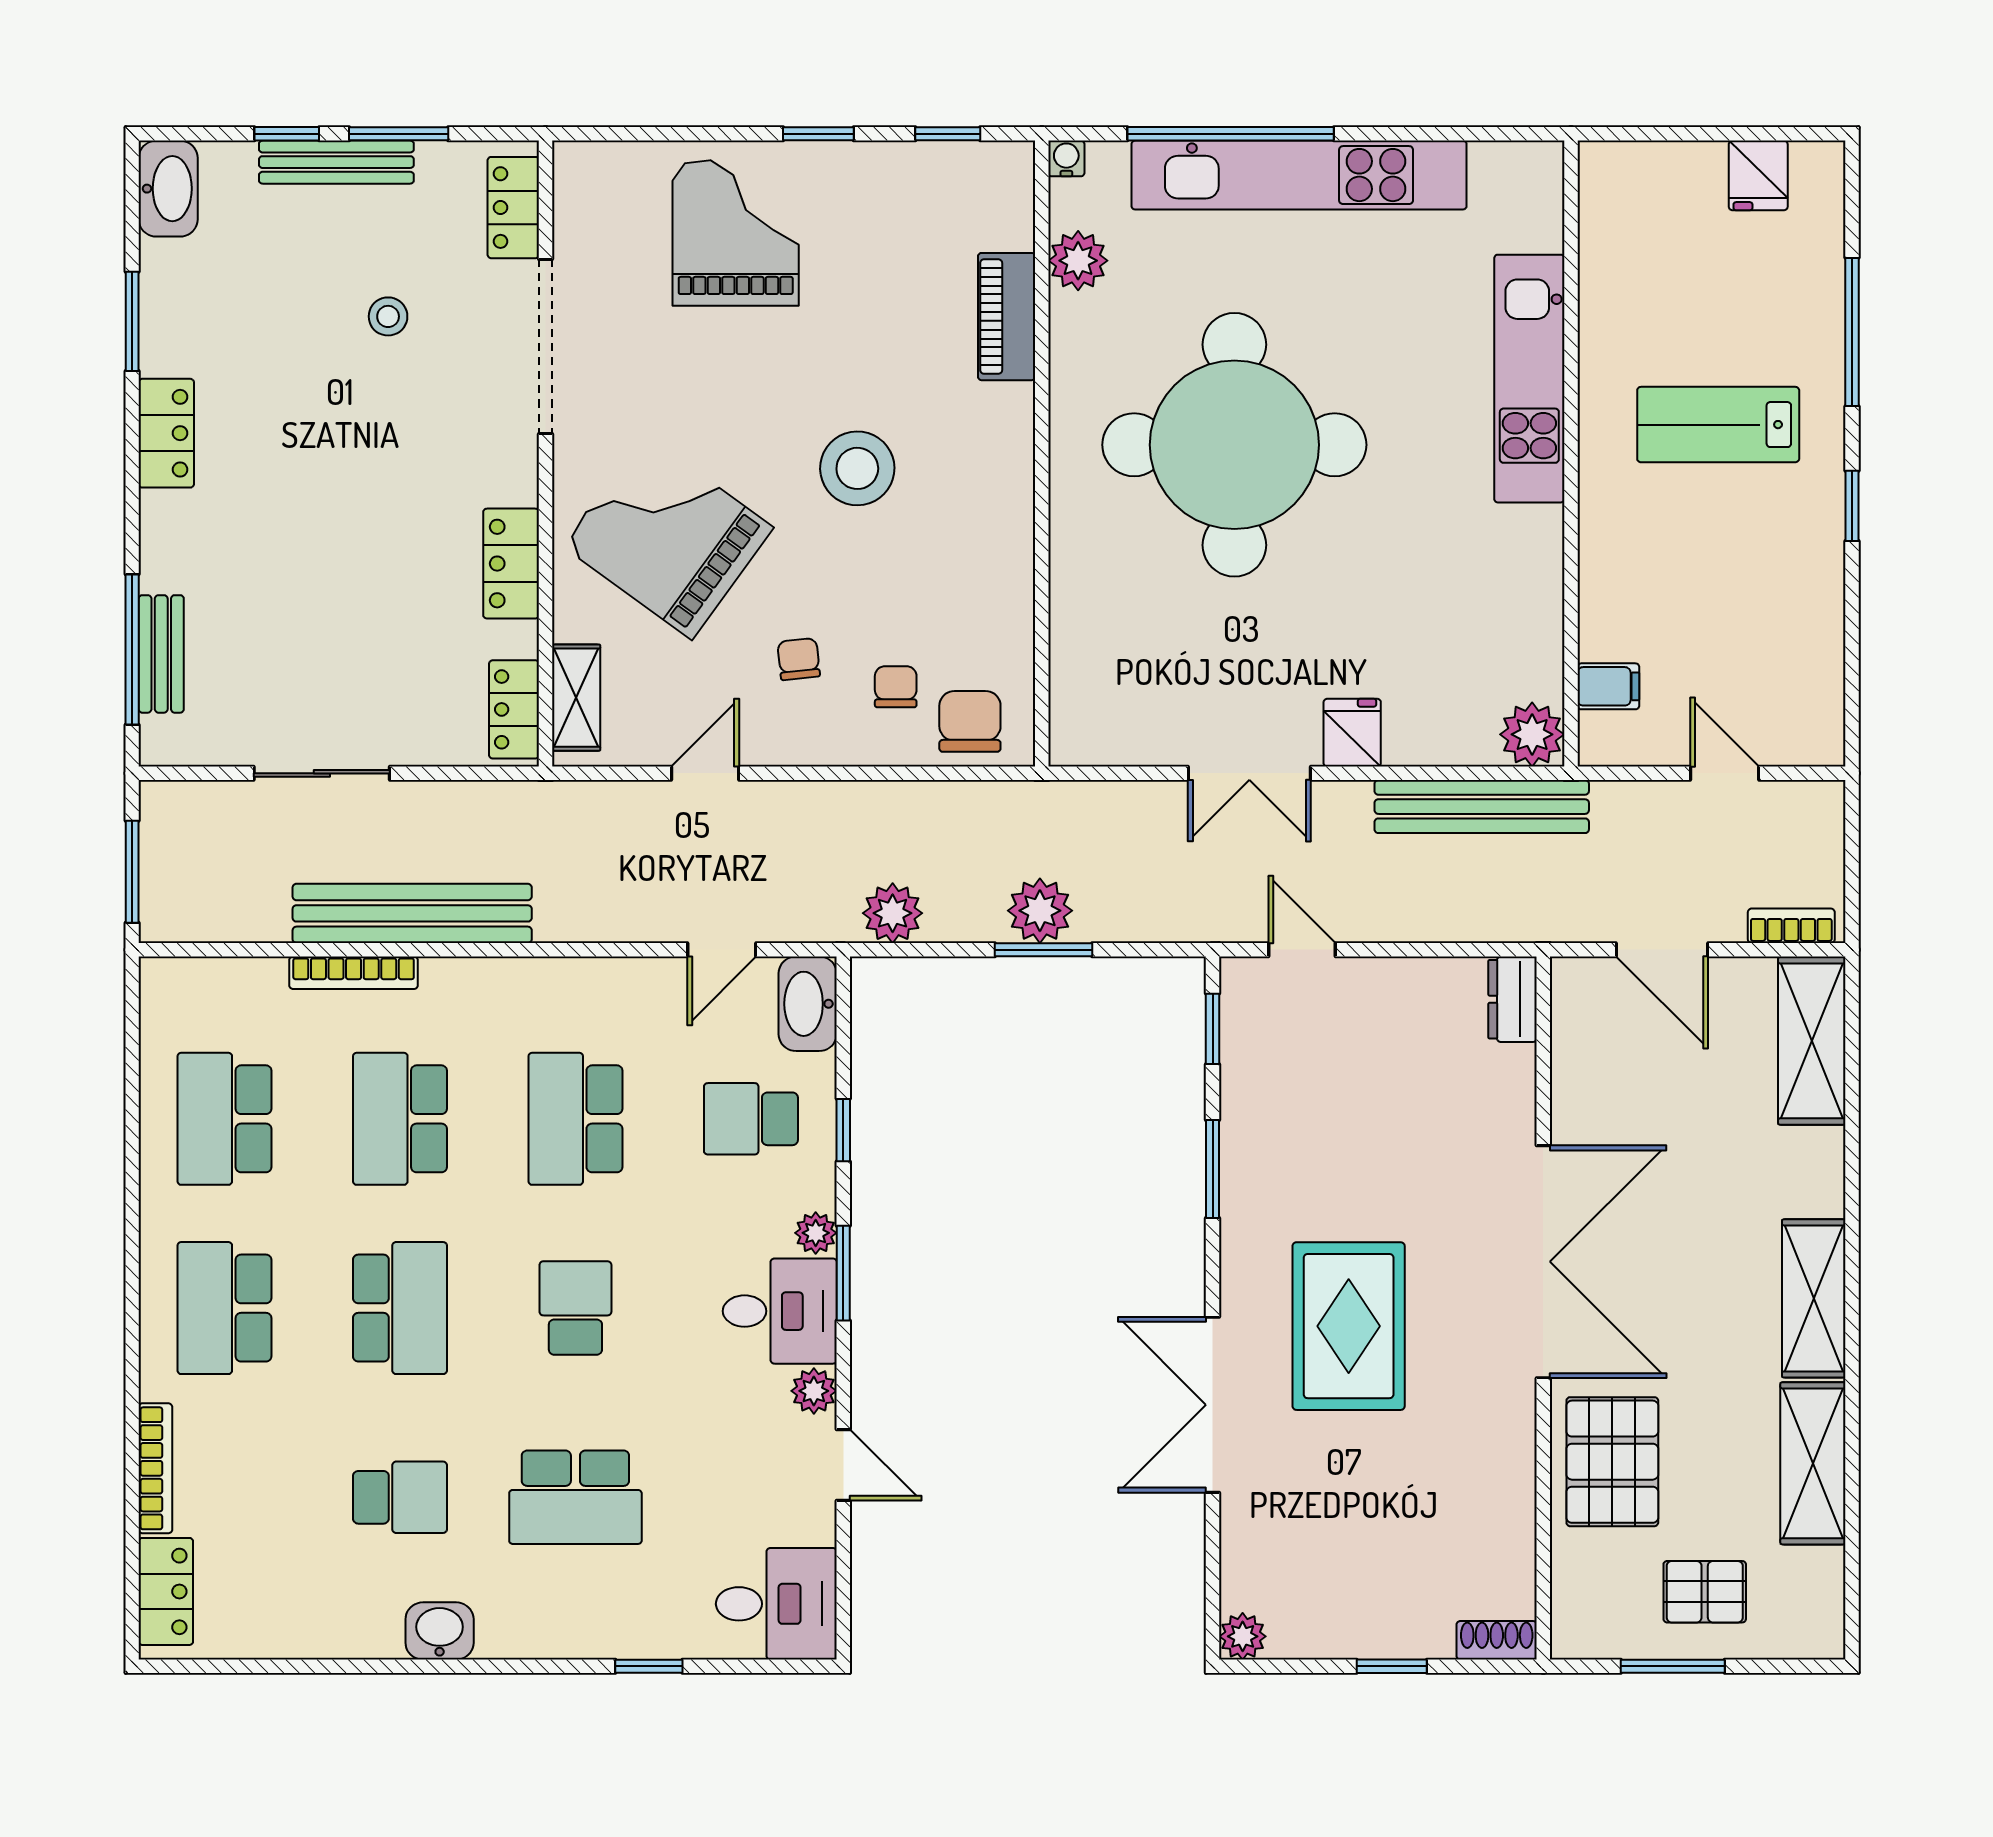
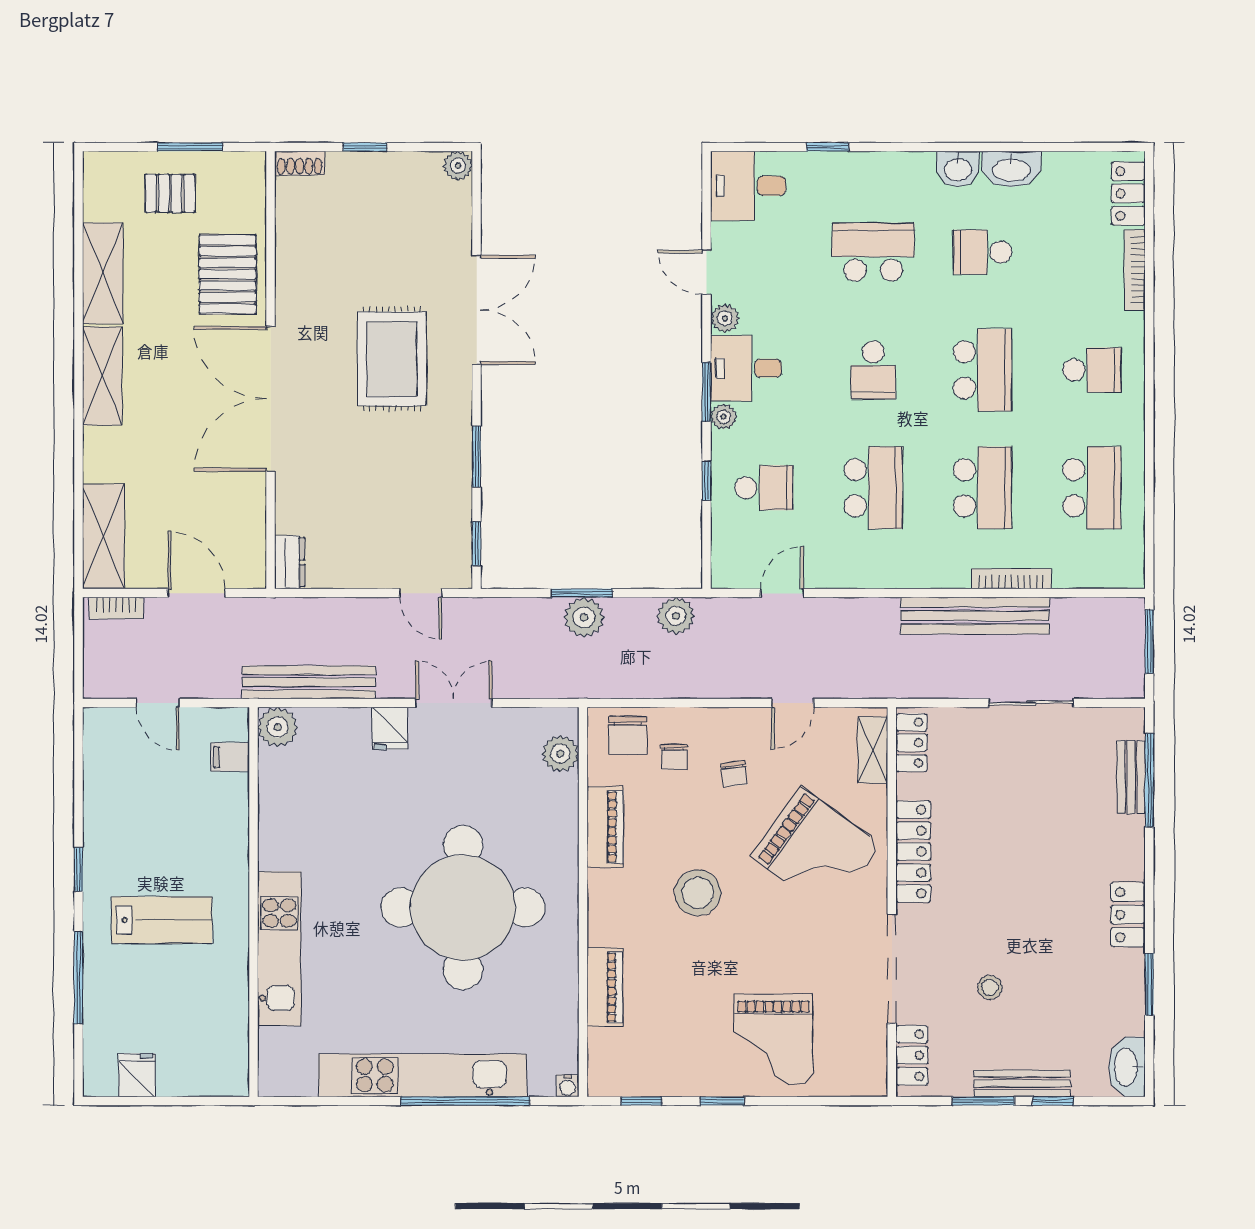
plant: (1078, 261) -> (560, 754), moved
locker: (511, 564) -> (913, 852), width x1.53
piano: (1006, 574) -> (605, 827), added
washbasin: (808, 1004) -> (1011, 169), moved, turned 90
school desk: (224, 1308) -> (1092, 370), width x0.54
school desk: (400, 1308) -> (983, 370), turned 180

